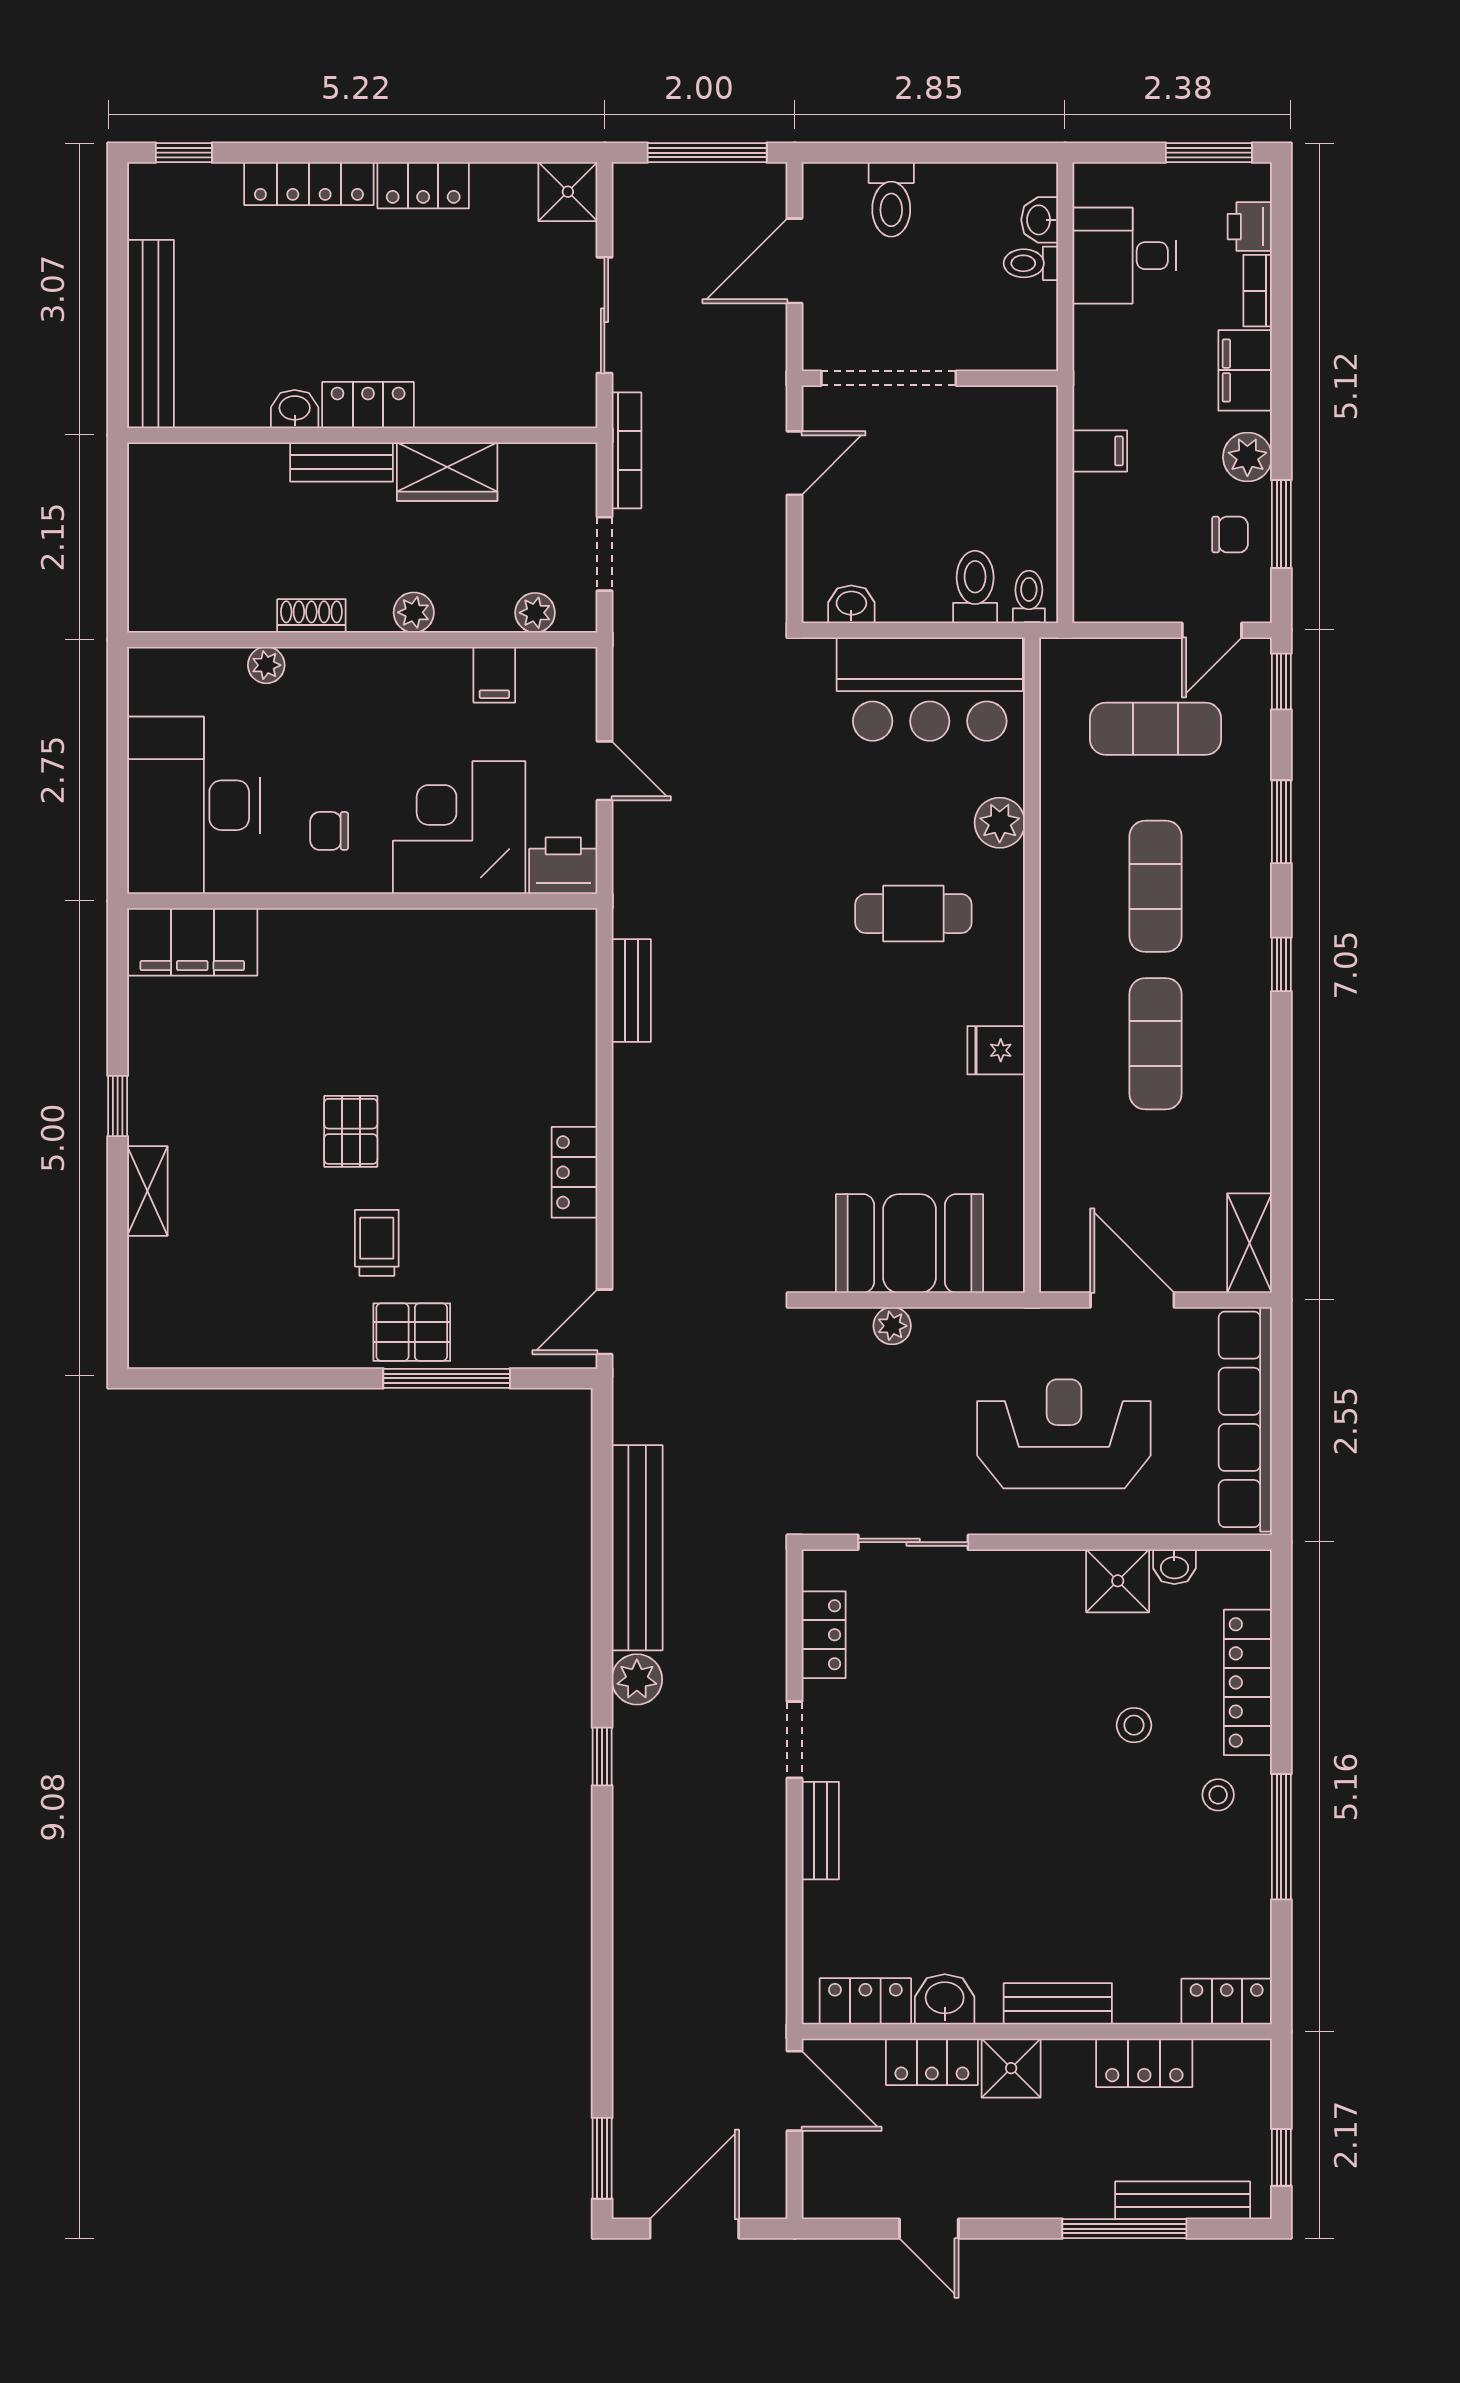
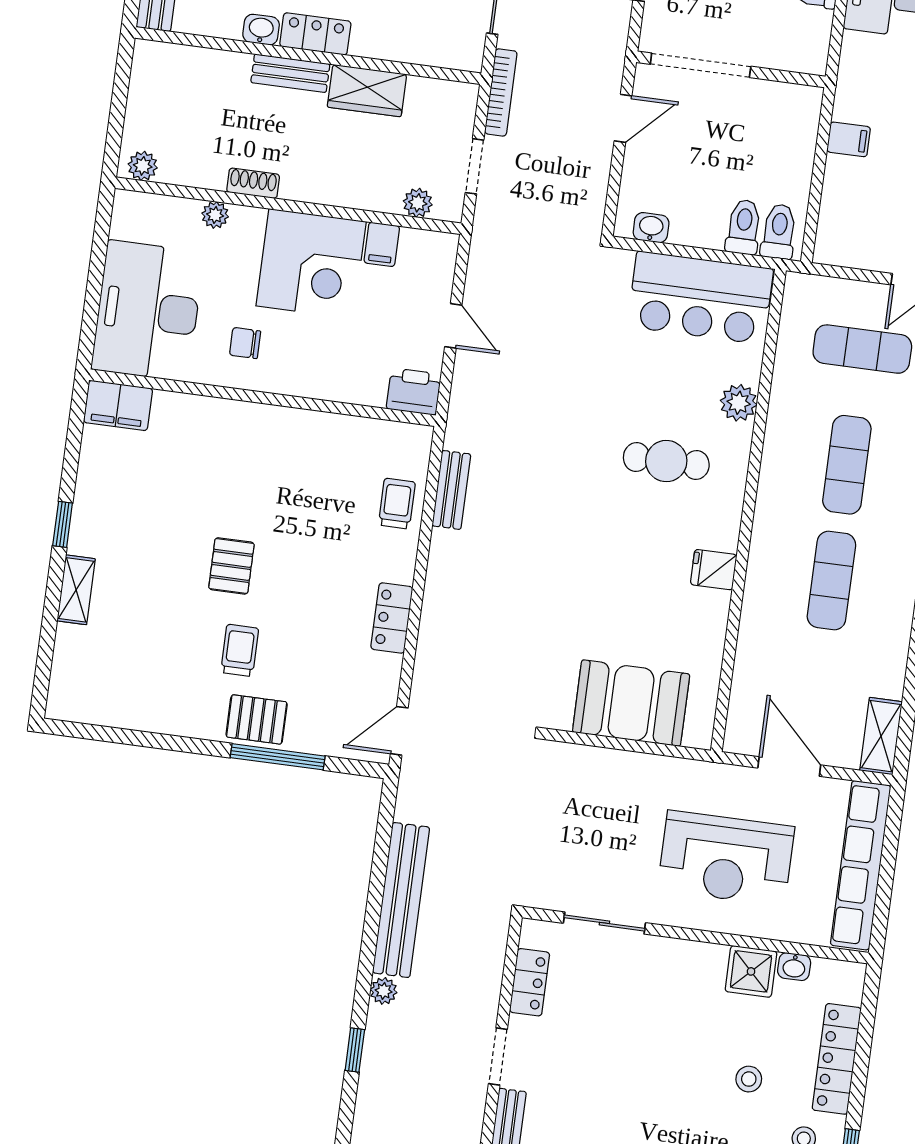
toilet: (1029, 597) -> (779, 232), width x1.37, depth x1.39
plant: (414, 612) -> (143, 166), moved
corner desk: (459, 827) -> (311, 264), moved, turned 180
filing cabinet: (192, 942) -> (118, 405), width x0.67, depth x0.86
trolley: (561, 1018) -> (397, 504), added
plant: (892, 1326) -> (610, 762), removed
reception desk: (1064, 1434) -> (726, 858), turned 180
plant: (637, 1679) -> (384, 991), width x0.73, depth x0.73

